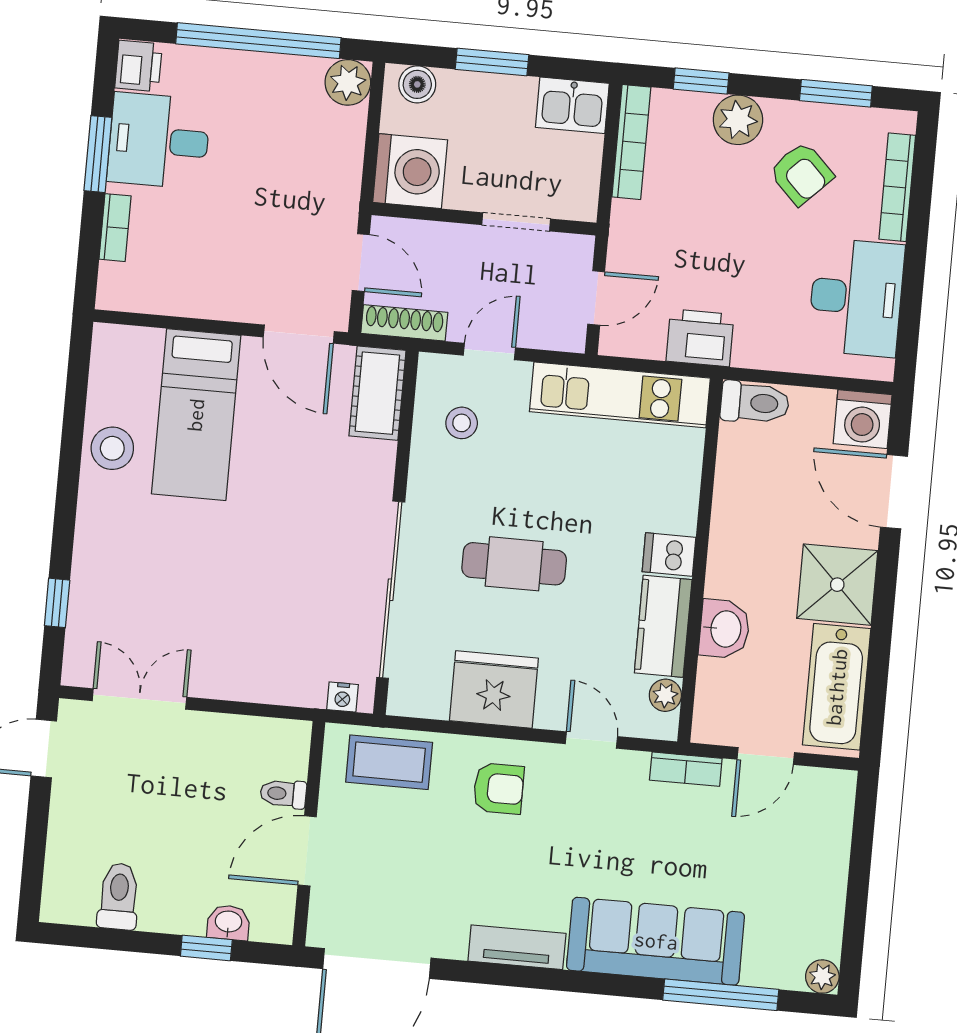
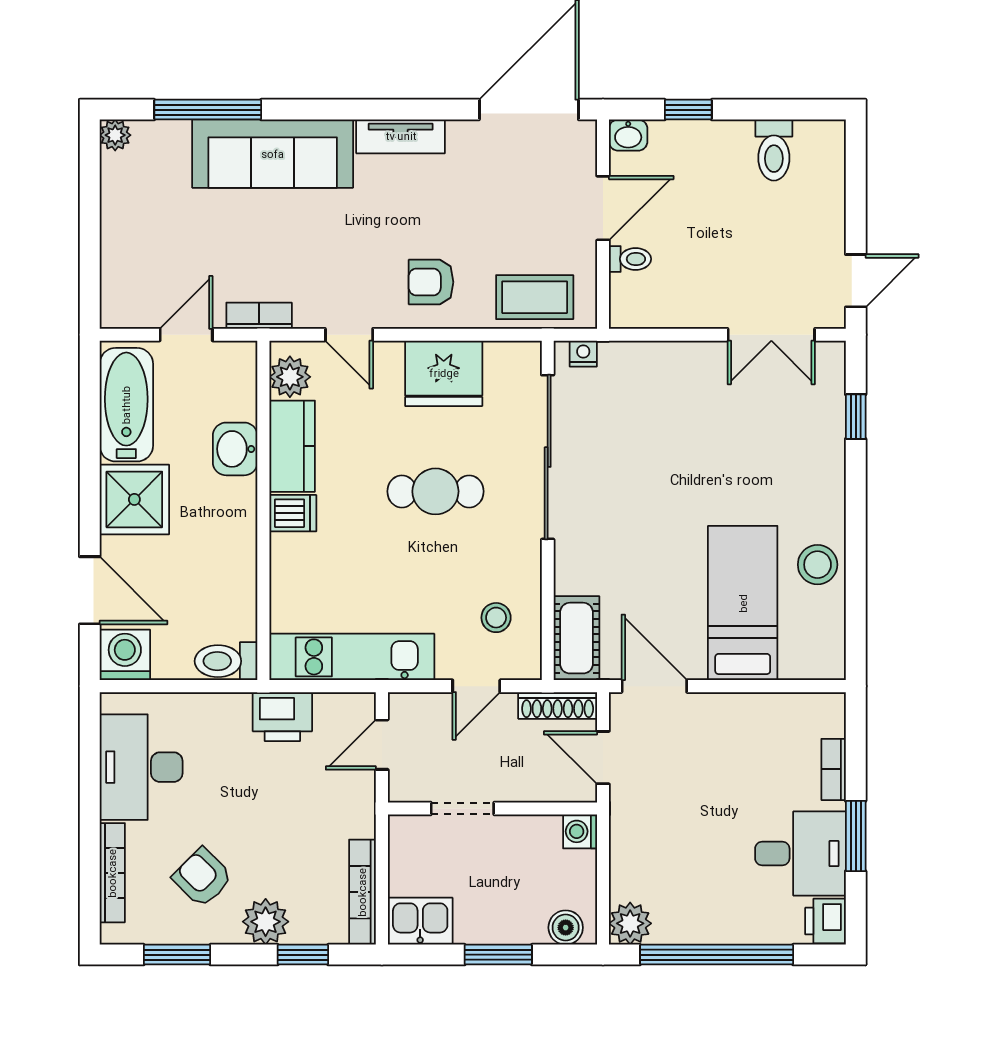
washing machine: (410, 171) -> (580, 831), width x0.53, depth x0.53
plant: (665, 695) -> (290, 377), width x1.38, depth x1.38
washbasin: (228, 922) -> (628, 135), moved

